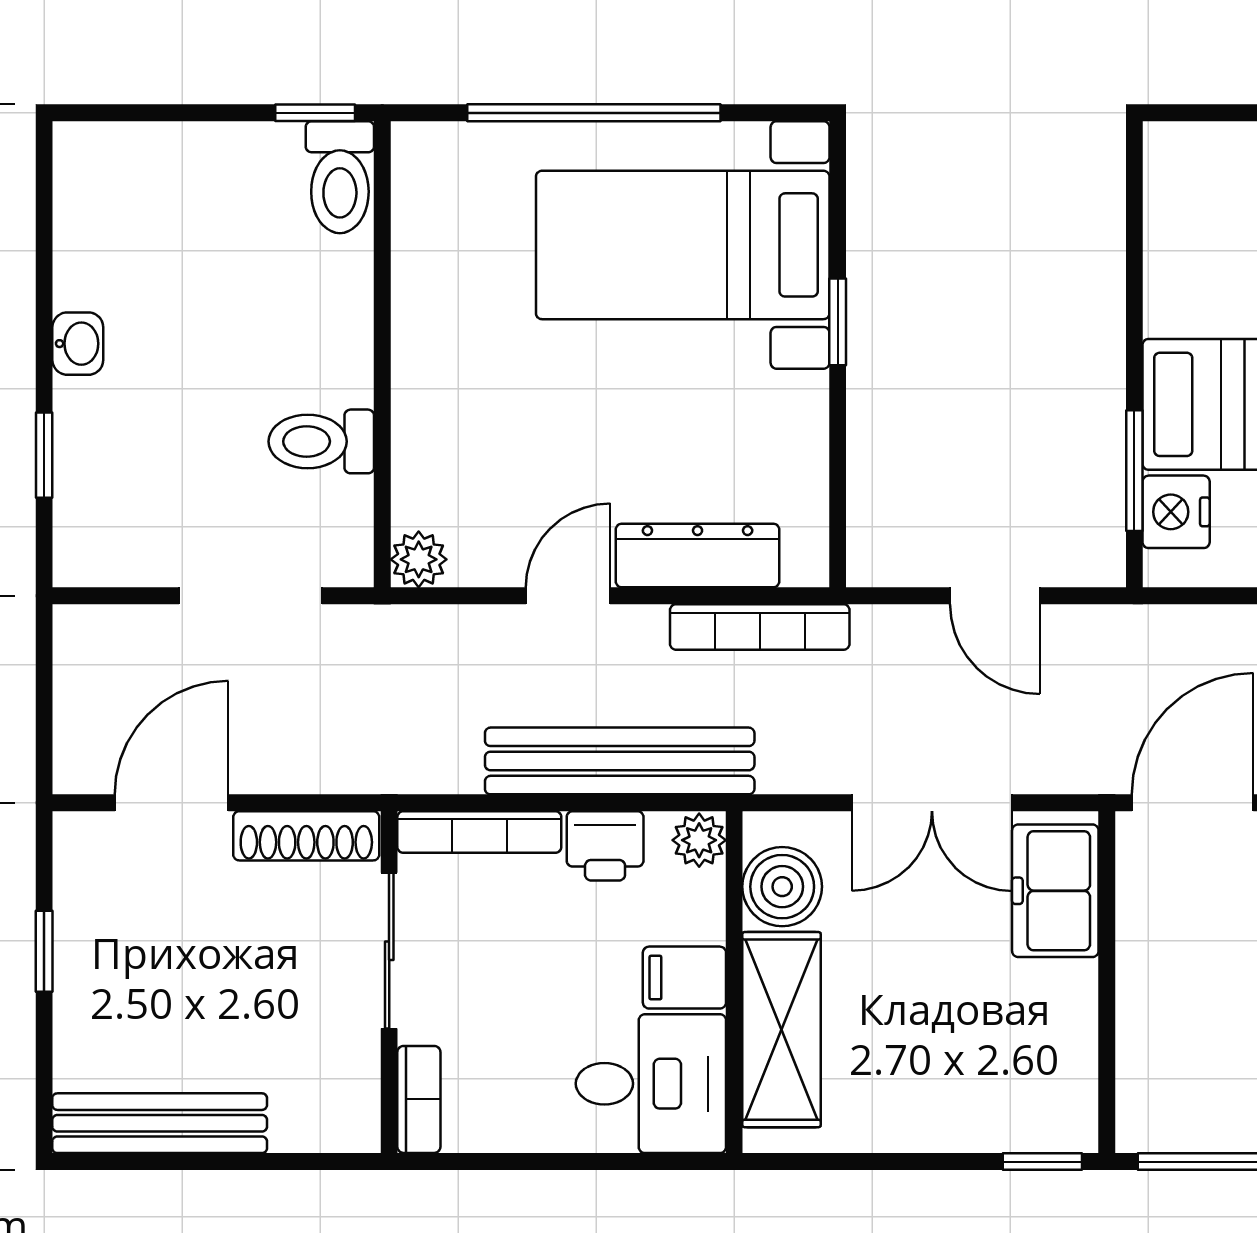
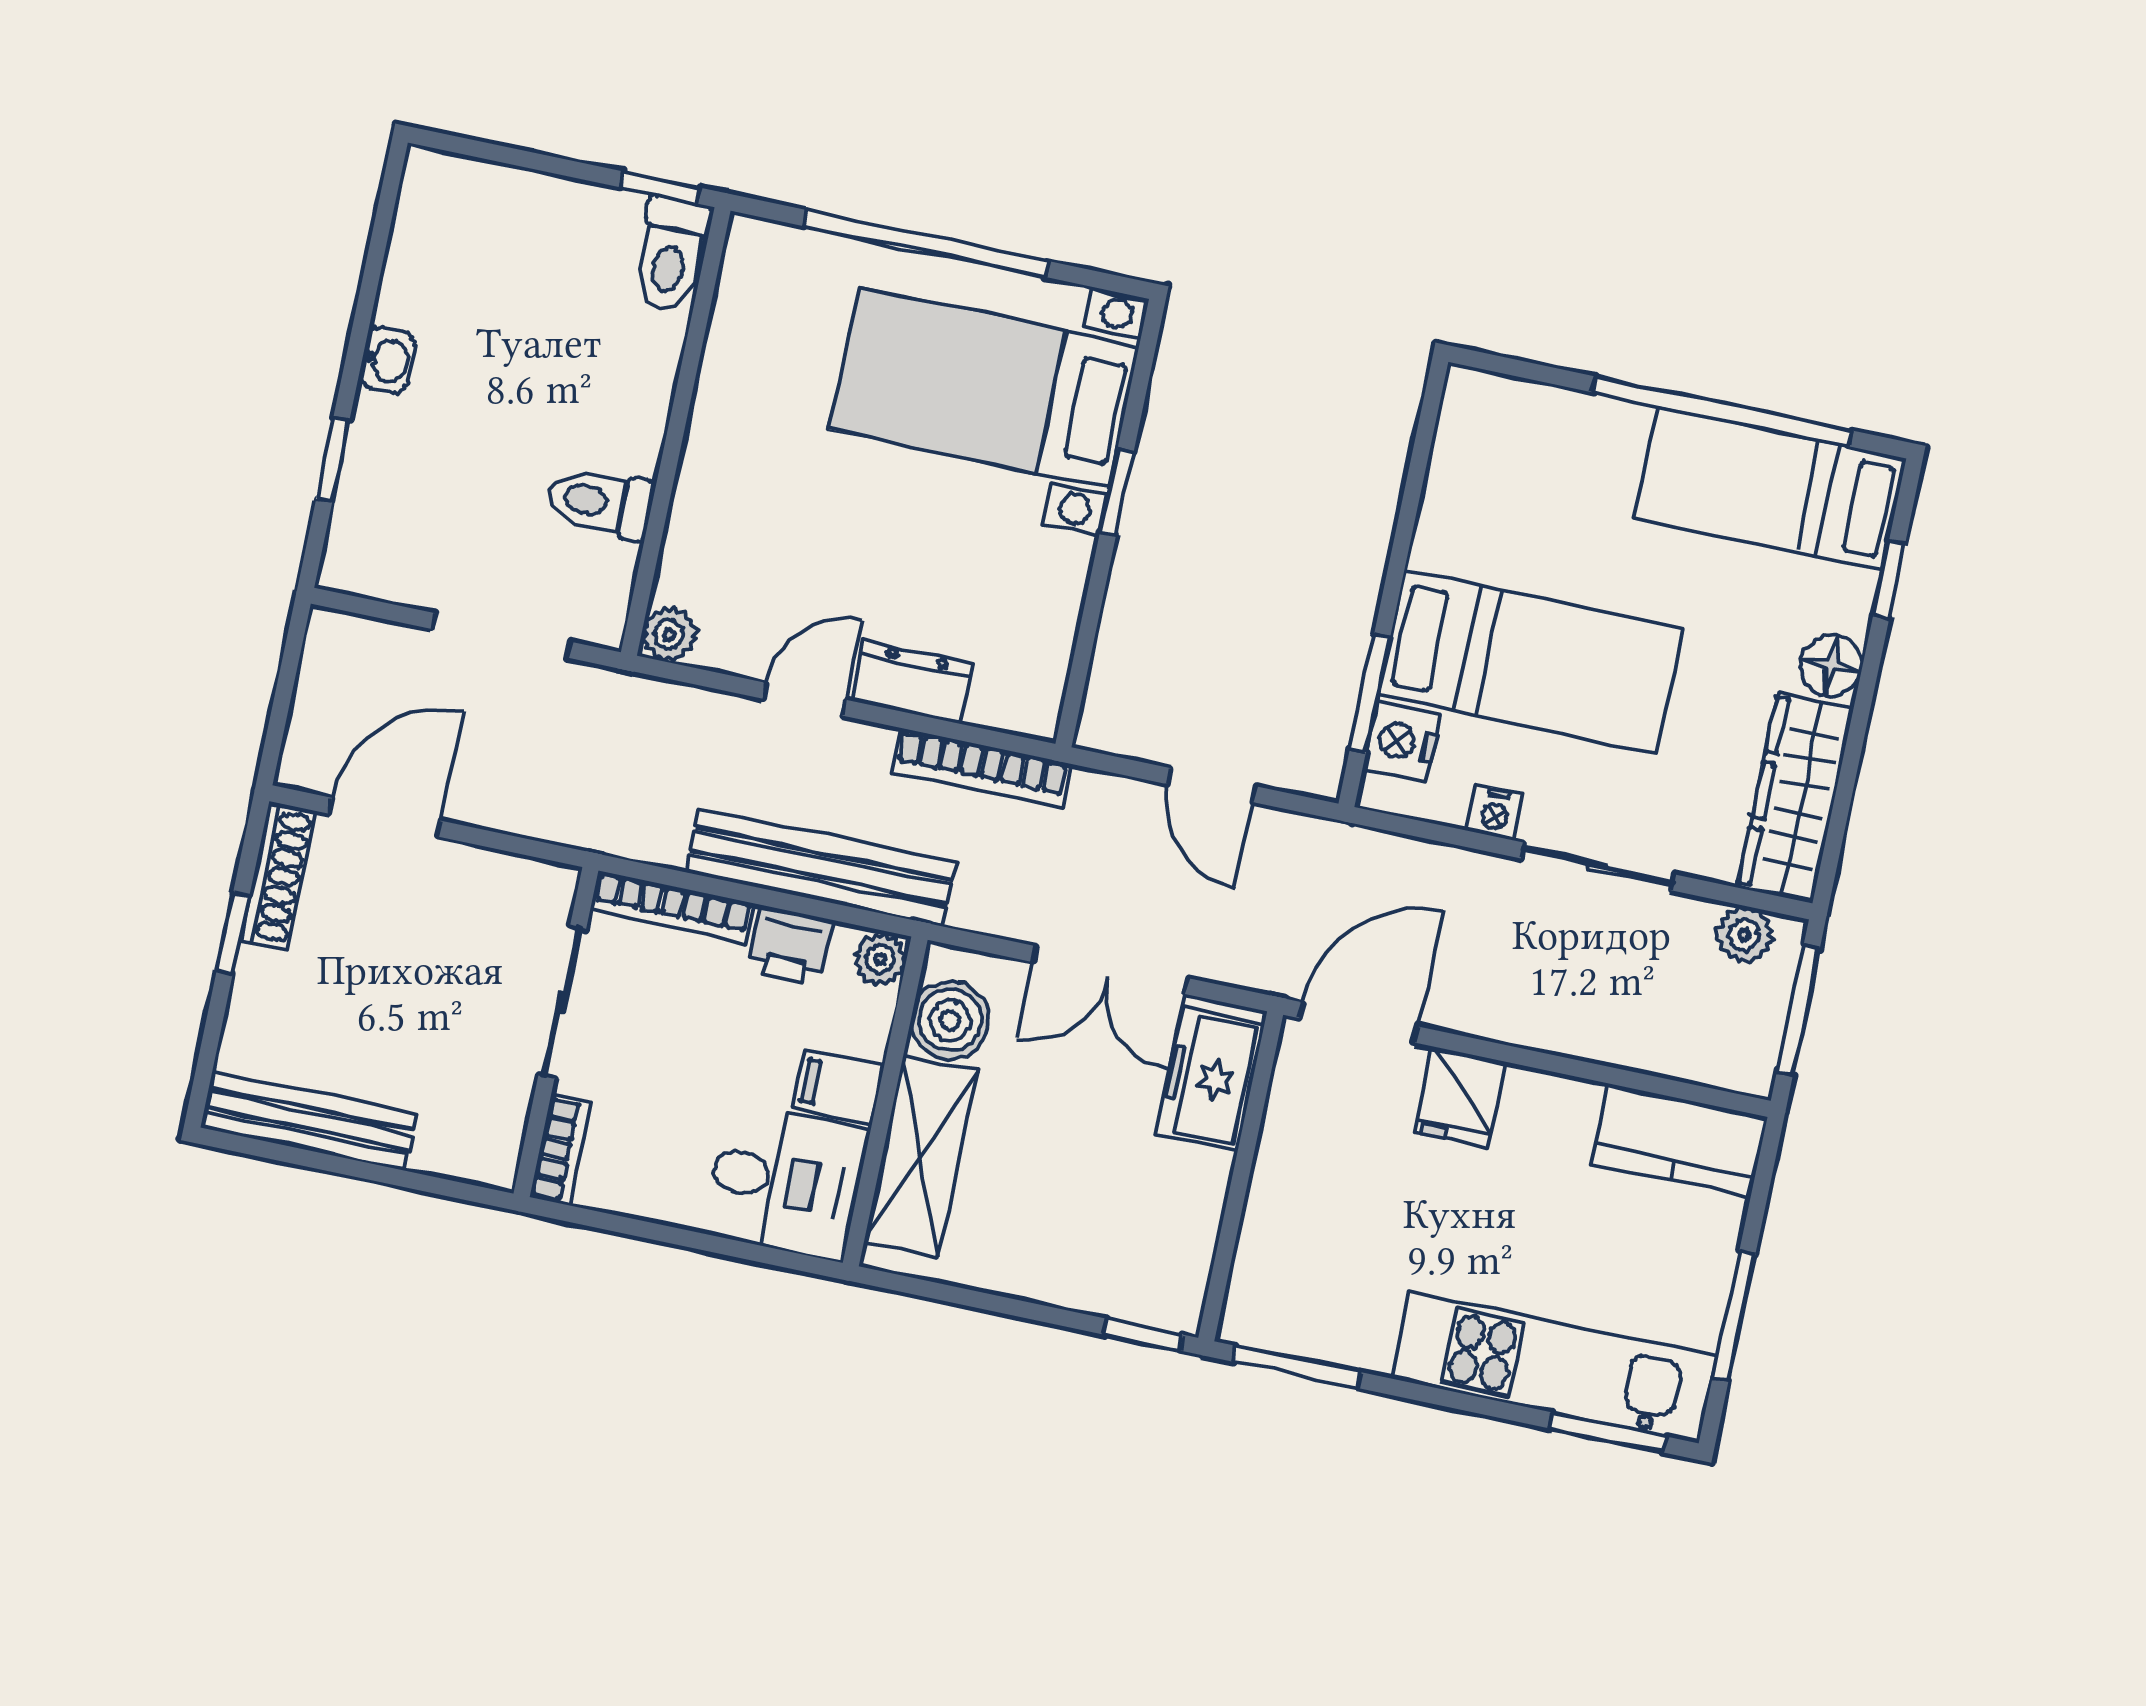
dresser: (698, 556) -> (912, 682), width x0.70
shoe rack: (306, 836) -> (278, 876), moved, turned -90

